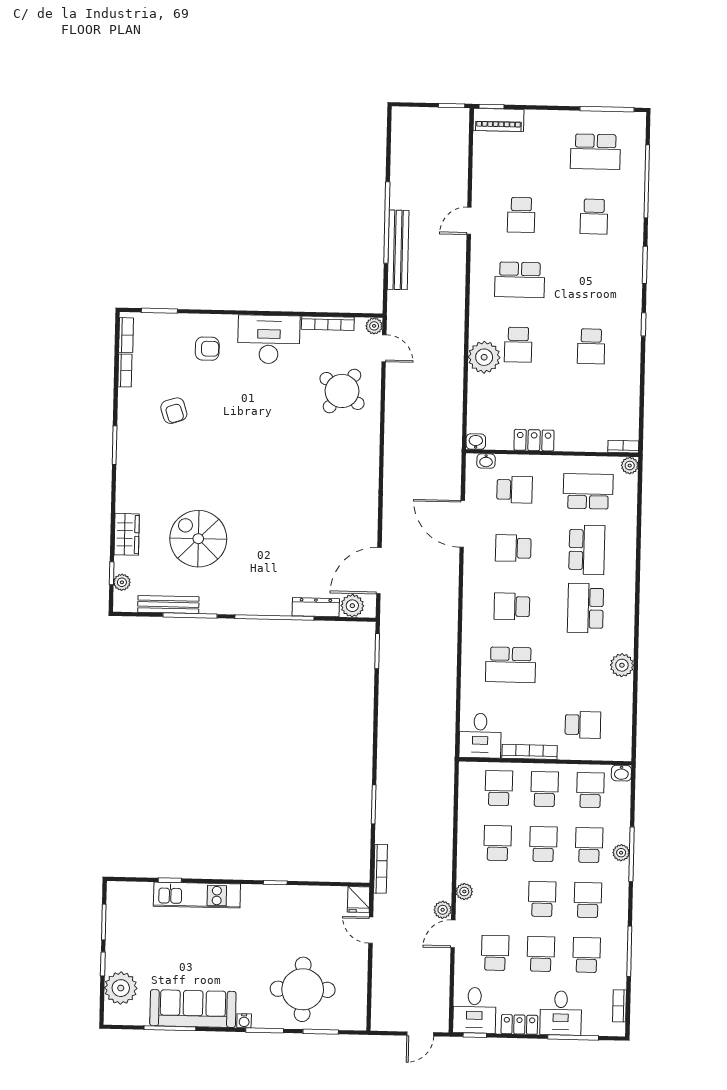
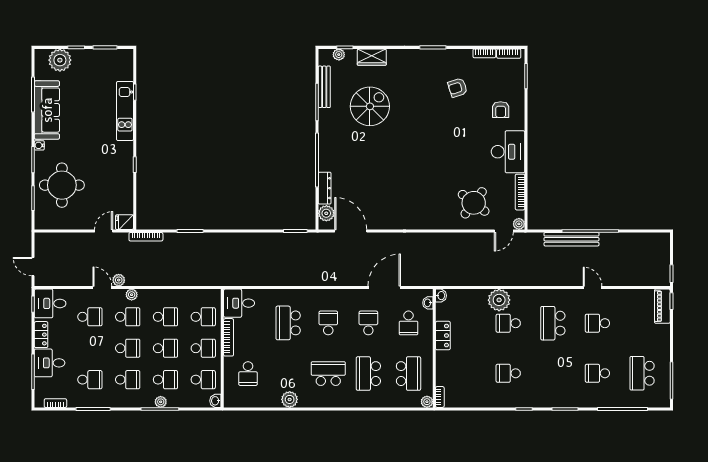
school desk: (587, 550) -> (368, 374), turned 90
school desk: (541, 954) -> (128, 317), moved

